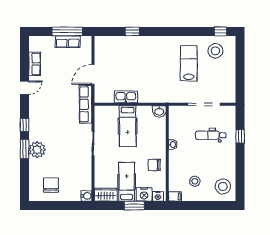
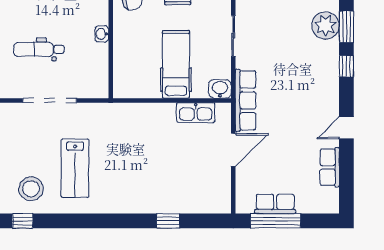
kitchen sink: (126, 97) -> (196, 113), moved
washbasin: (159, 111) -> (220, 89), moved
dental chair: (211, 135) -> (39, 49), turned 180

